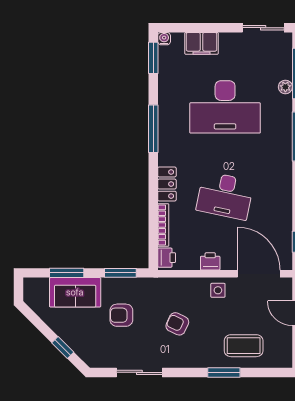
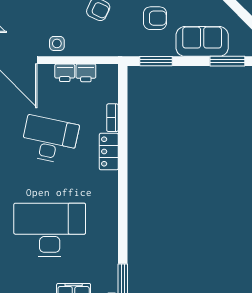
window: (153, 129) -> (123, 208), removed
bookcase: (163, 225) -> (112, 118), width x0.64
printer: (167, 258) -> (86, 73), moved, turned -90
window: (67, 273) -> (227, 61), moved

